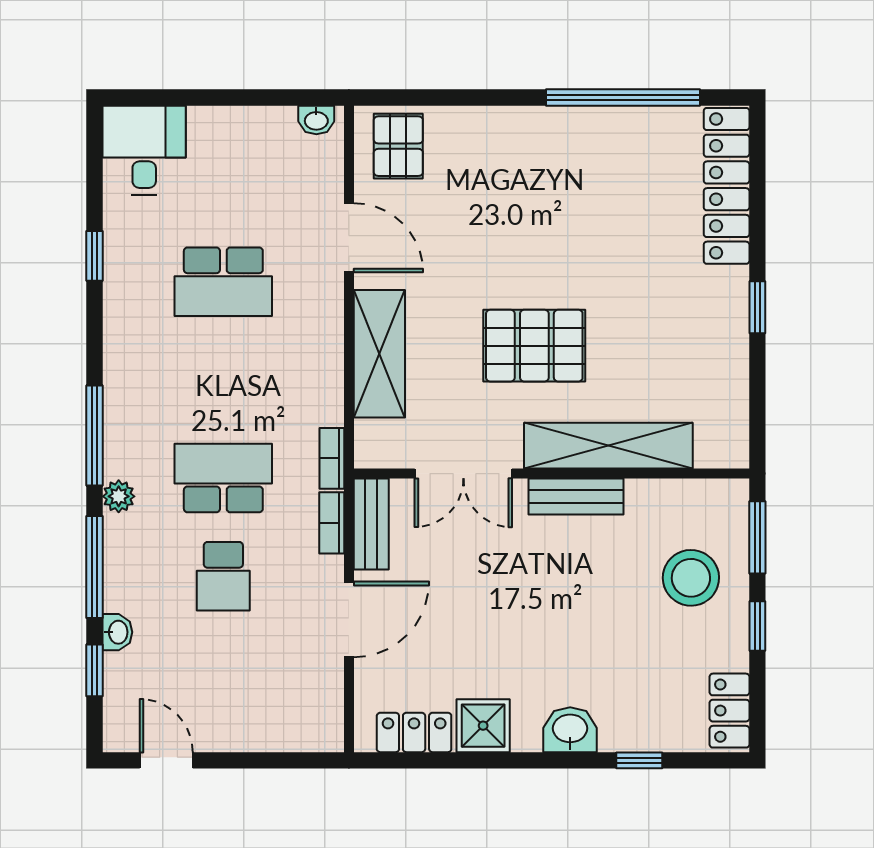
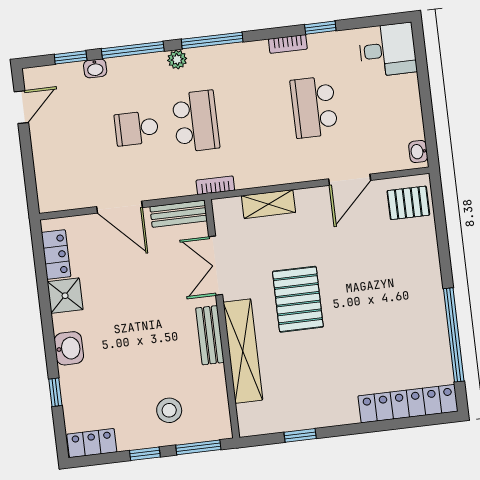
window: (757, 307) -> (300, 435), moved
shelving: (379, 354) -> (268, 204), width x0.67, depth x0.75
bookcase: (332, 523) -> (288, 44), moved, turned 180
stool: (691, 578) -> (169, 410), width x0.73, depth x0.73

